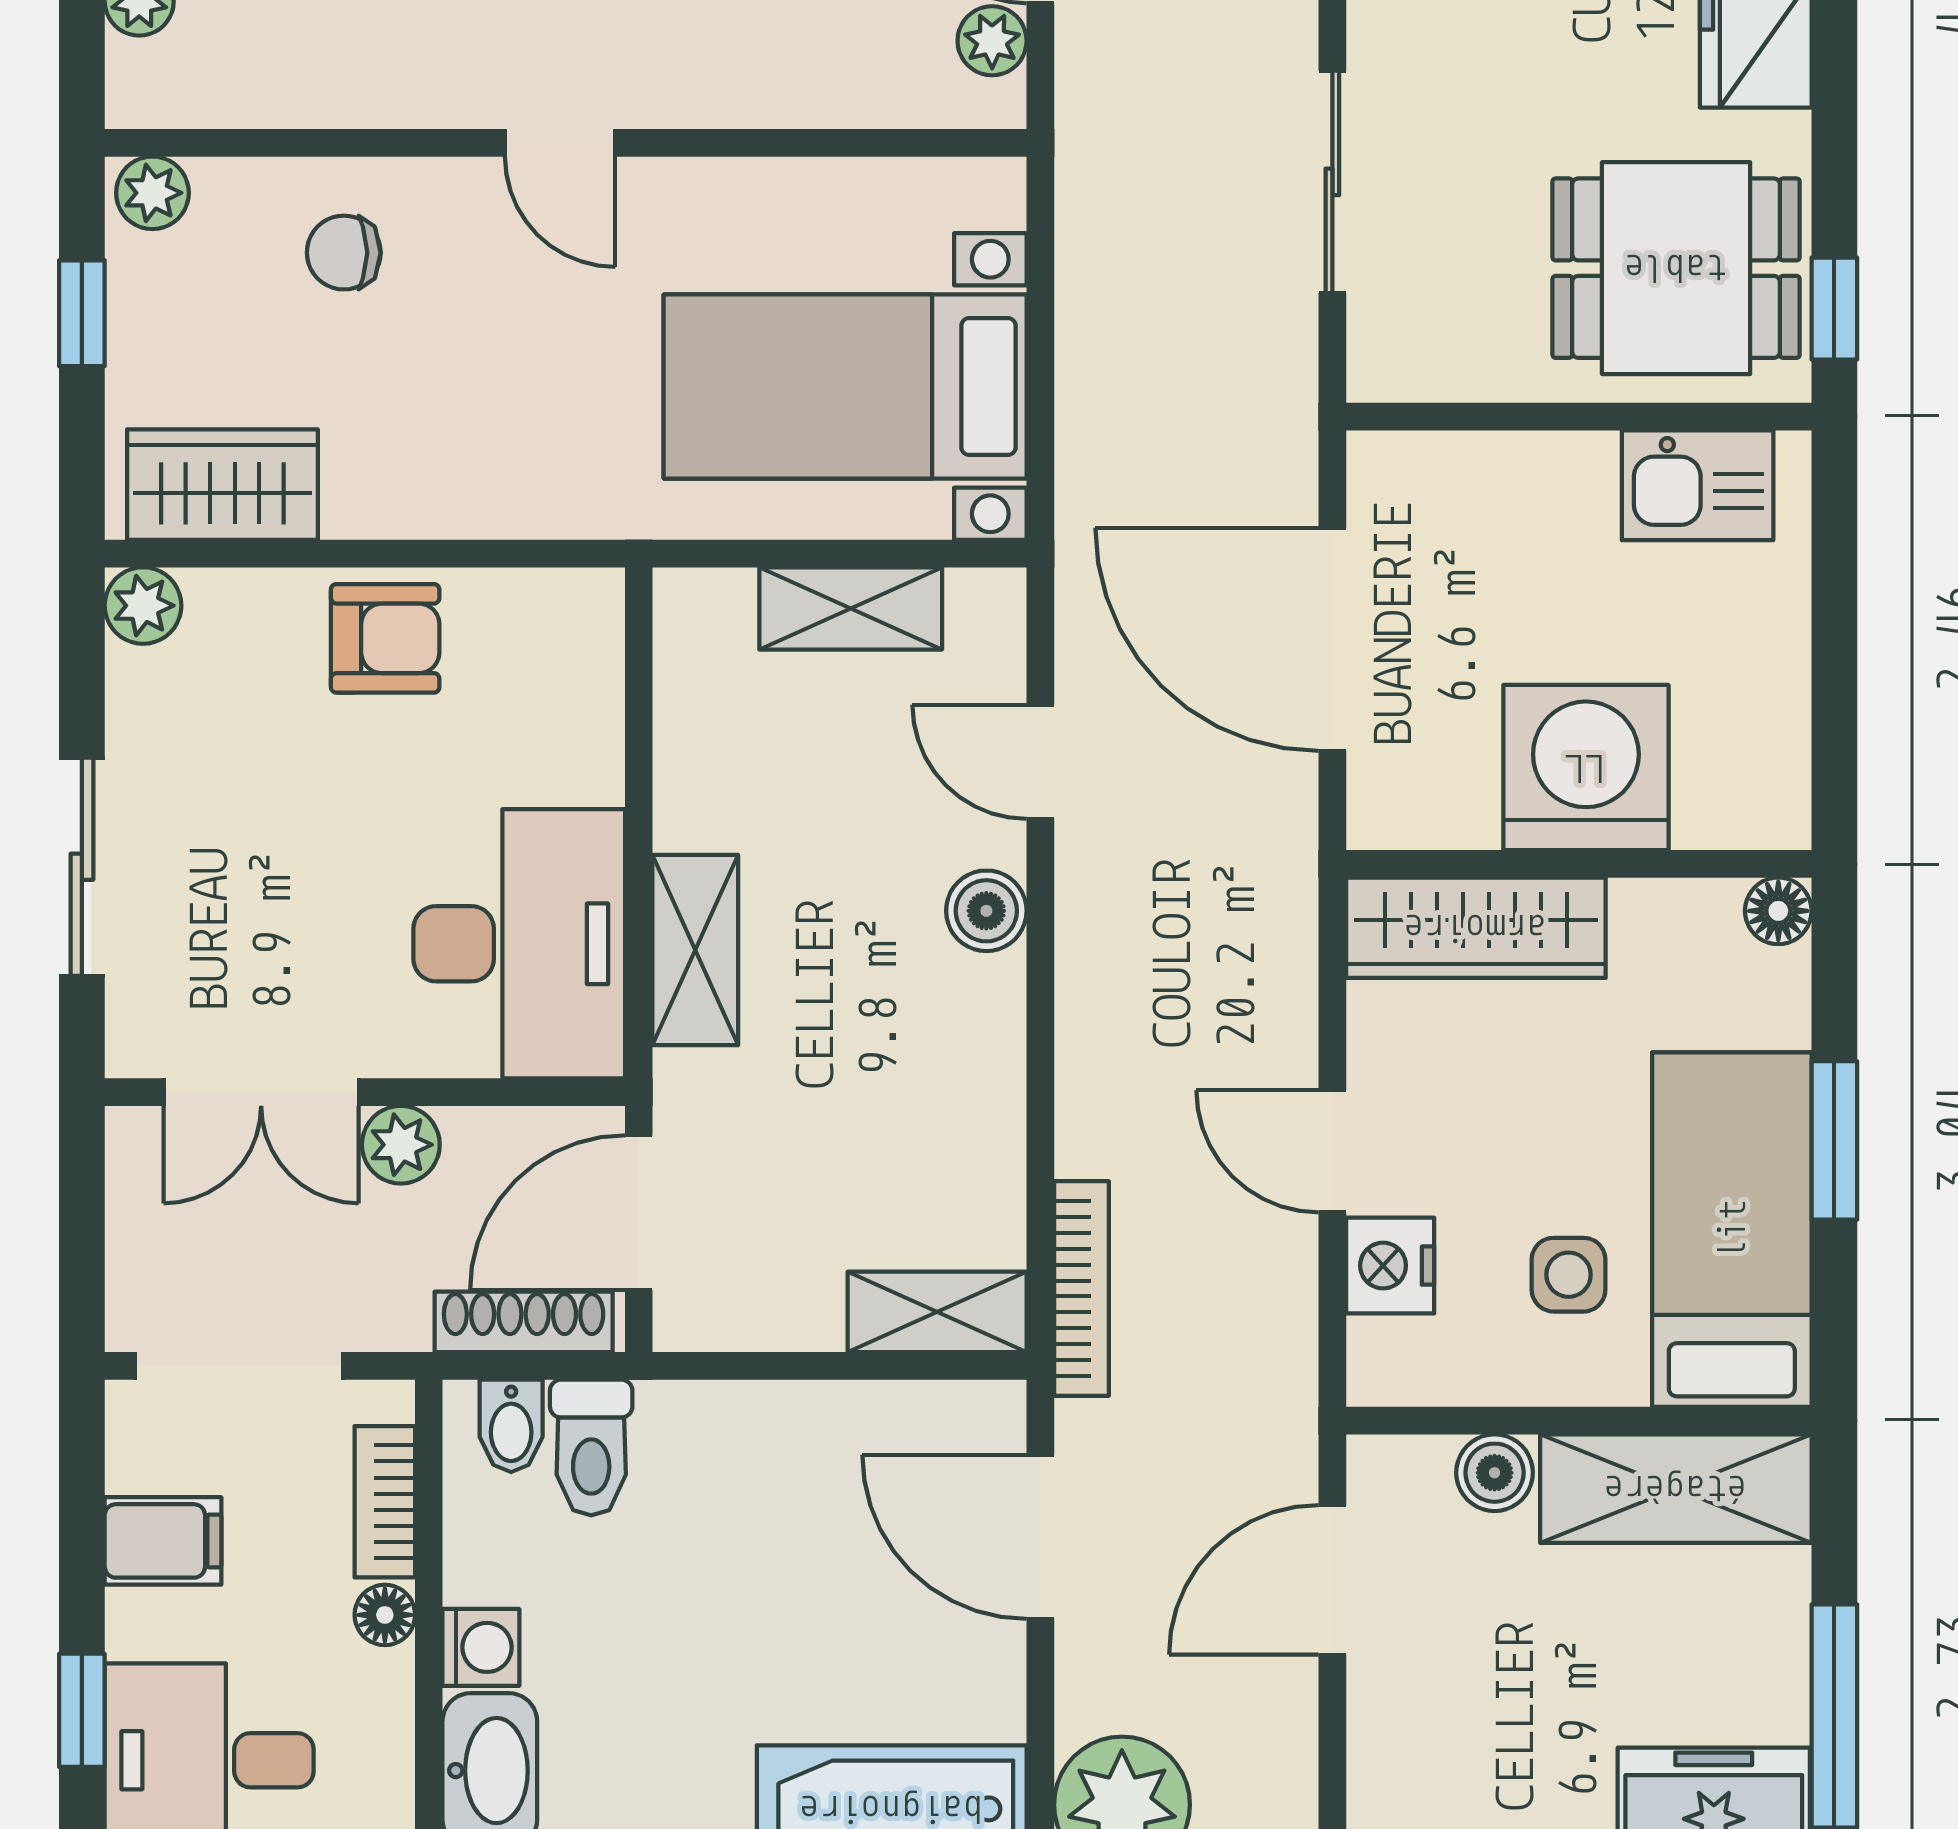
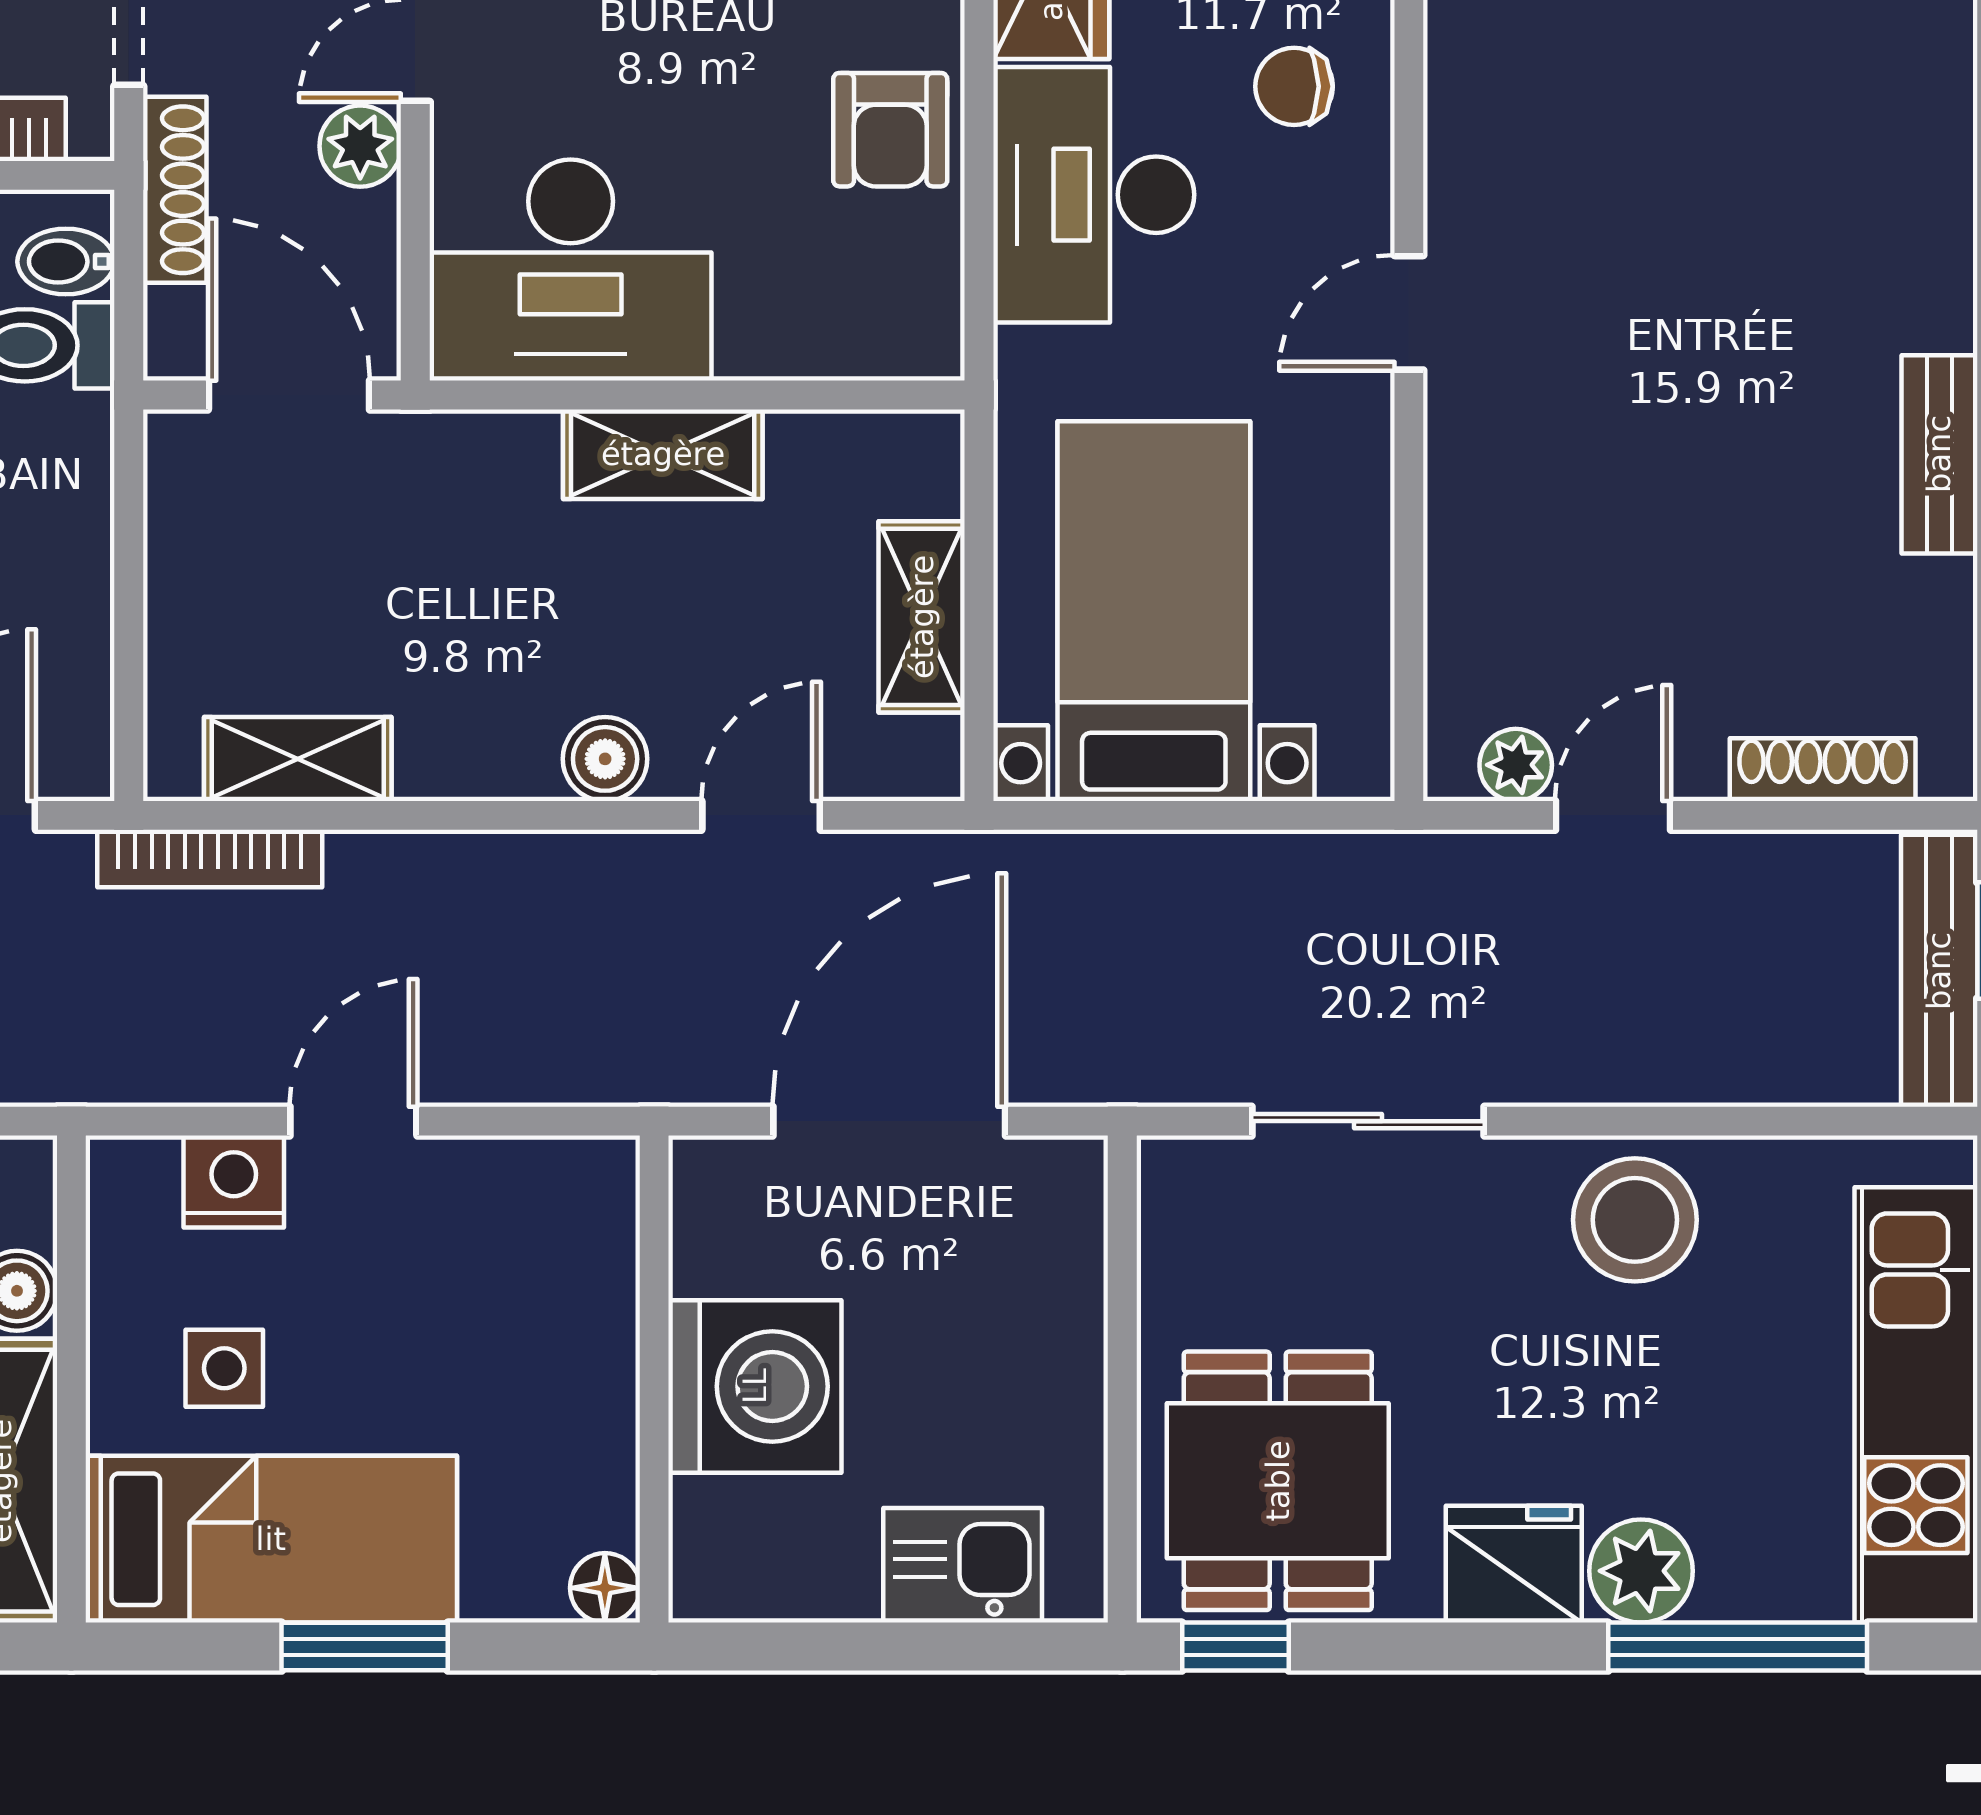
chair: (344, 253) -> (1294, 86), turned -90
desk: (447, 444) -> (1094, 195), added
kitchen sink: (1698, 485) -> (963, 1565), moved, turned 90
wardrobe: (1476, 928) -> (587, 1271), removed
shelving: (695, 950) -> (663, 454), moved
shelving: (937, 1312) -> (298, 759), moved, turned 90
shoe rack: (524, 1322) -> (175, 190), moved

